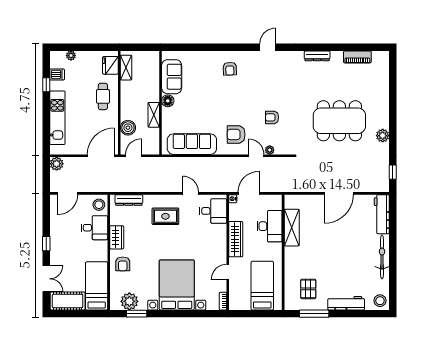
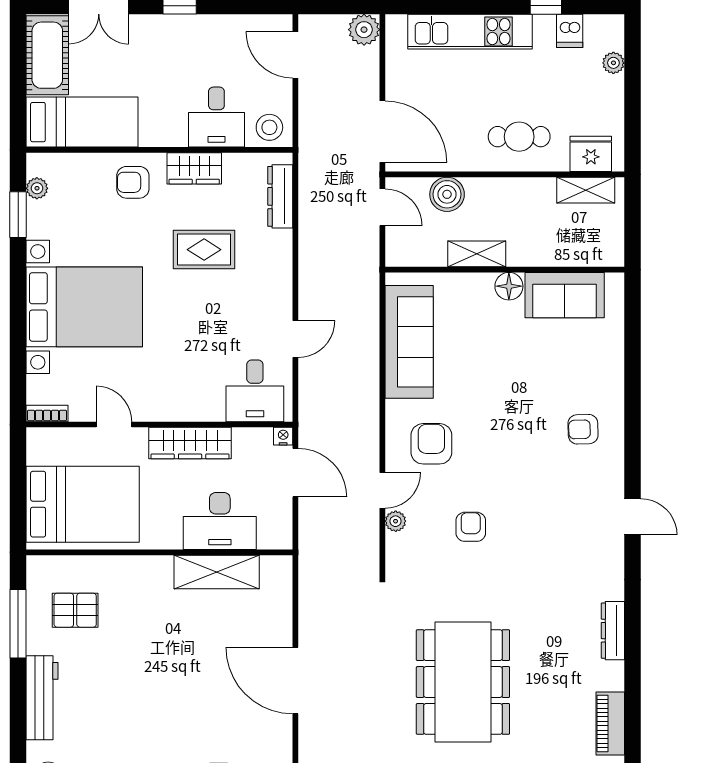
rug: (165, 216) -> (204, 250), moved, turned 90
bed: (262, 286) -> (83, 504), width x1.50
plant: (129, 301) -> (37, 188), width x0.53, depth x0.53

